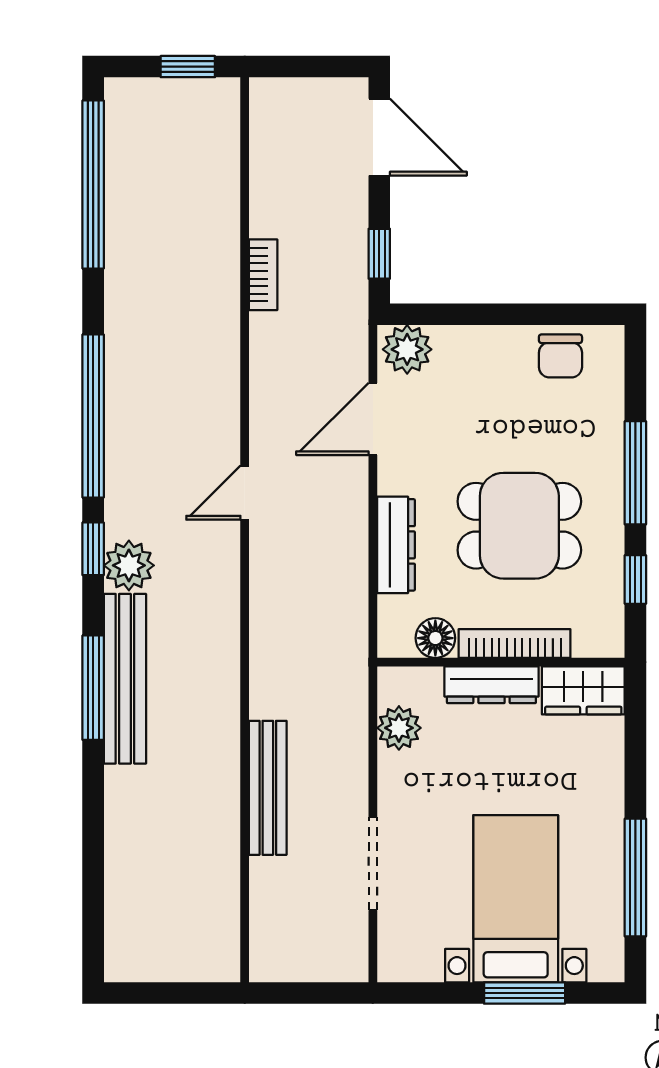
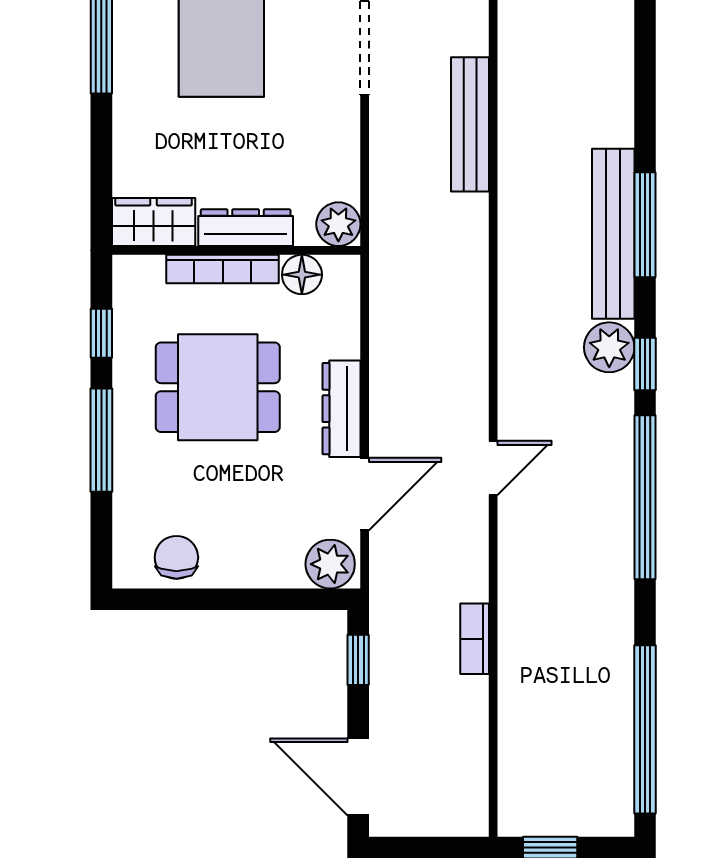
door: (245, 493) -> (493, 468), moved
dresser: (396, 545) -> (341, 409), moved
plant: (399, 728) -> (338, 224), moved

